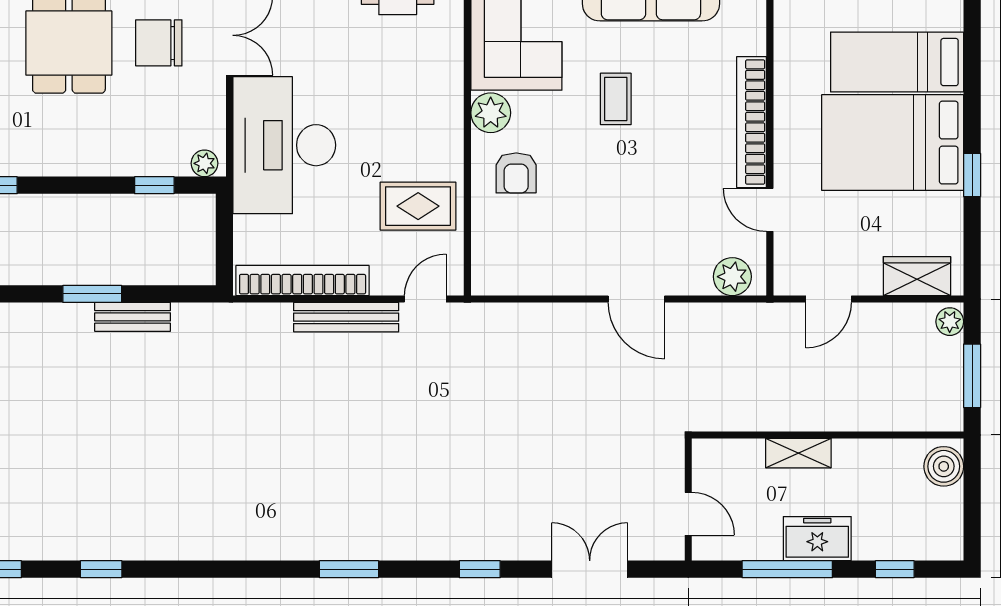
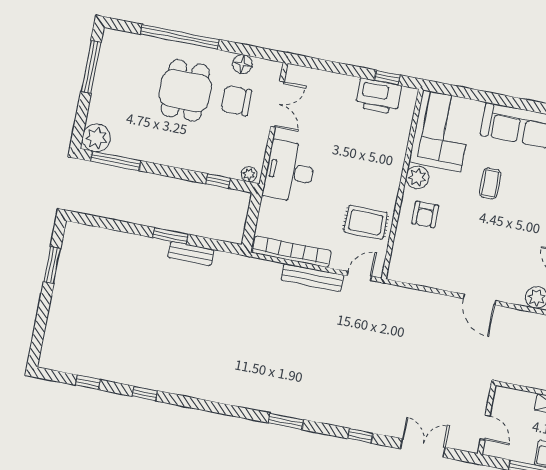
desk: (284, 145) -> (290, 171), width x0.73, depth x0.77

